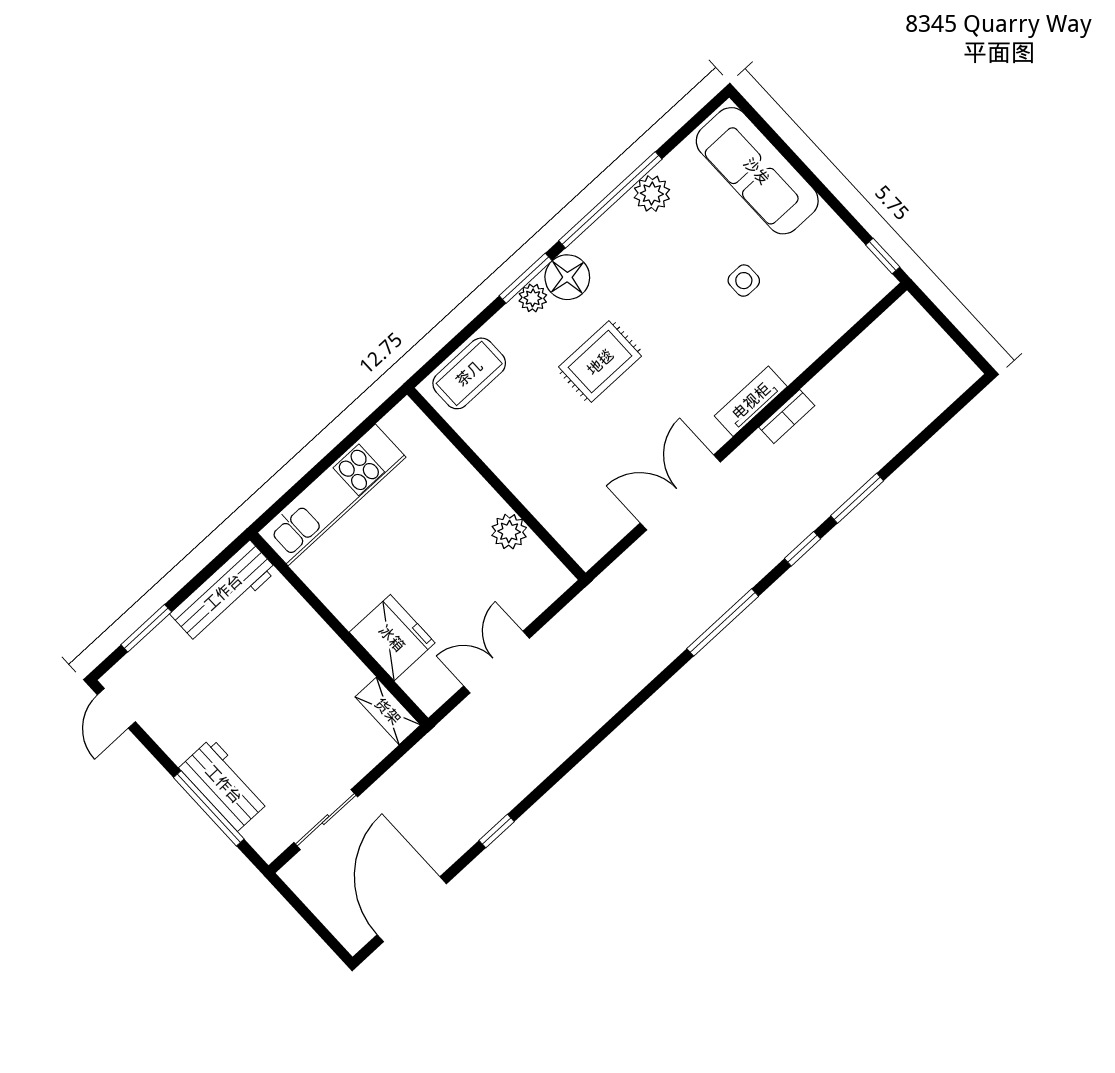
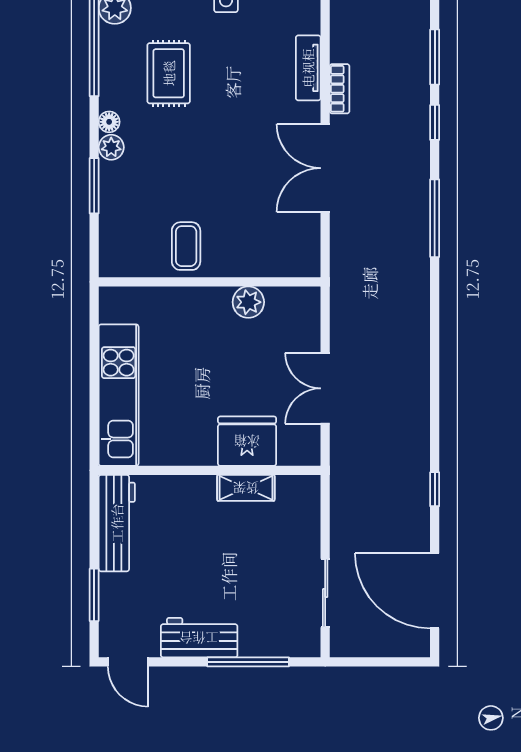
floor lamp: (567, 277) -> (109, 122), width x0.53, depth x0.53
window: (526, 278) -> (94, 186), moved
rug: (600, 362) -> (169, 73), moved
coffee table: (469, 373) -> (186, 246), moved, width x0.73, depth x0.77
bookcase: (787, 416) -> (340, 89), moved
shelving: (388, 711) -> (246, 488), moved
workbench: (224, 784) -> (199, 638), moved

